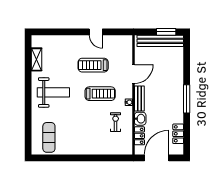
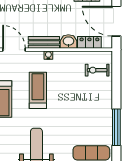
exercise bike: (116, 122) -> (97, 70), moved
window: (70, 158) -> (116, 127), added

